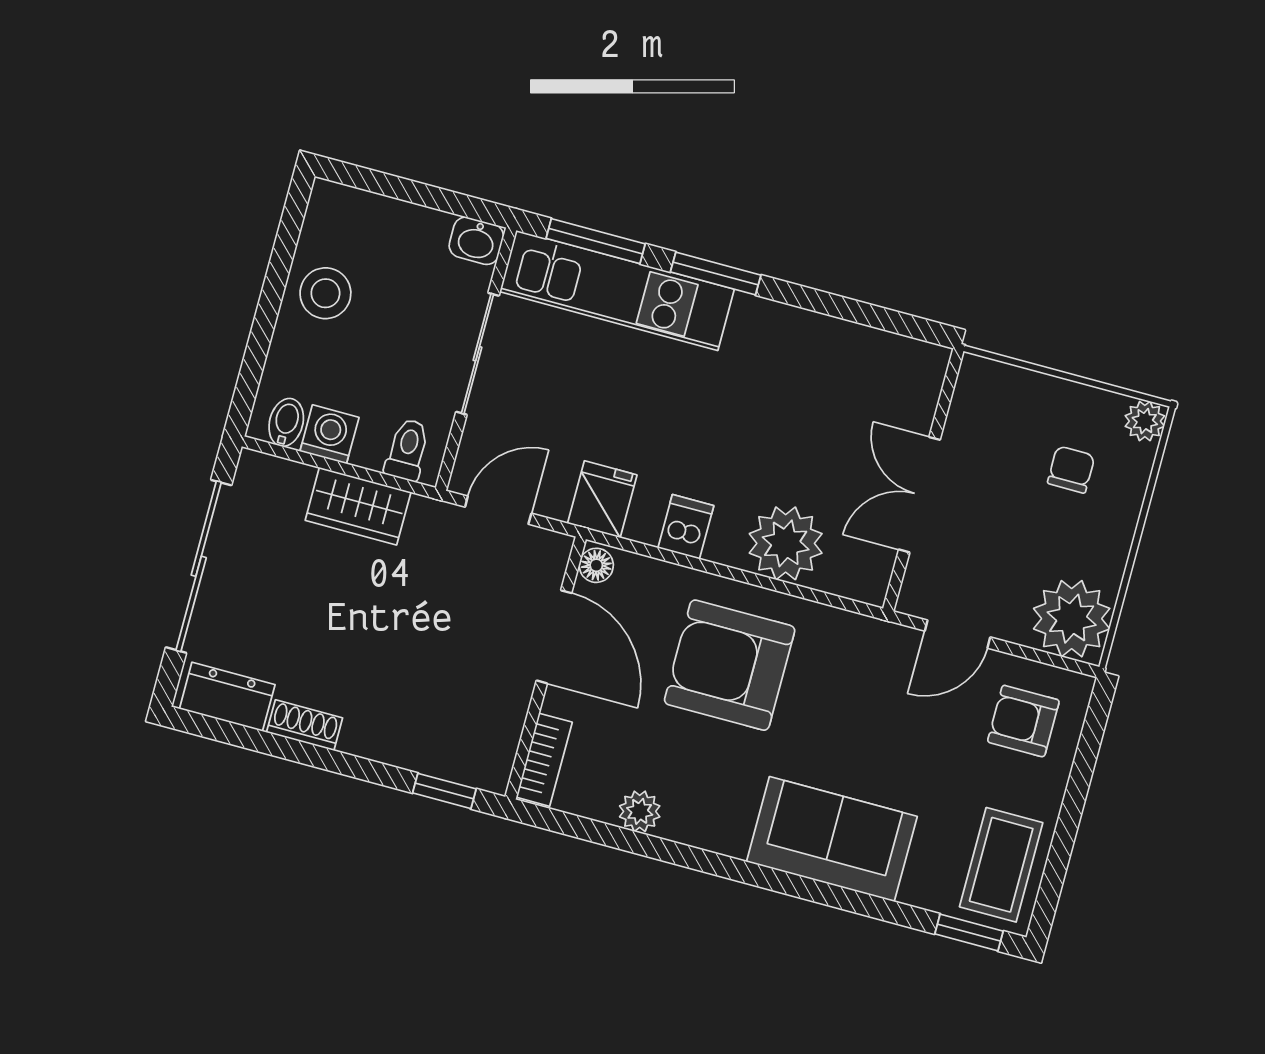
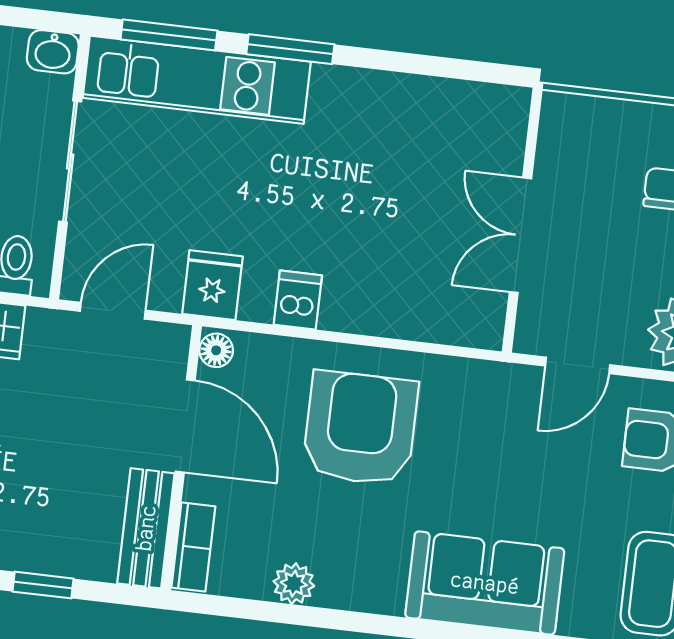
plant: (786, 543) -> (397, 302), removed
armchair: (730, 665) -> (360, 428), turned 90
bench: (499, 734) -> (146, 528), added
window: (444, 791) -> (43, 585), moved

